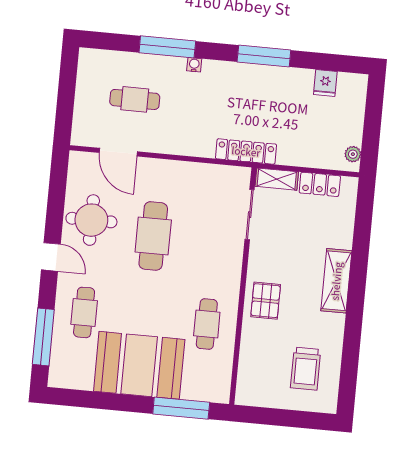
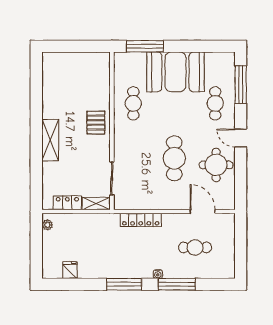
window: (264, 56) -> (124, 284), moved
locker: (246, 151) -> (141, 220), moved
trolley: (306, 369) -> (65, 80), removed

